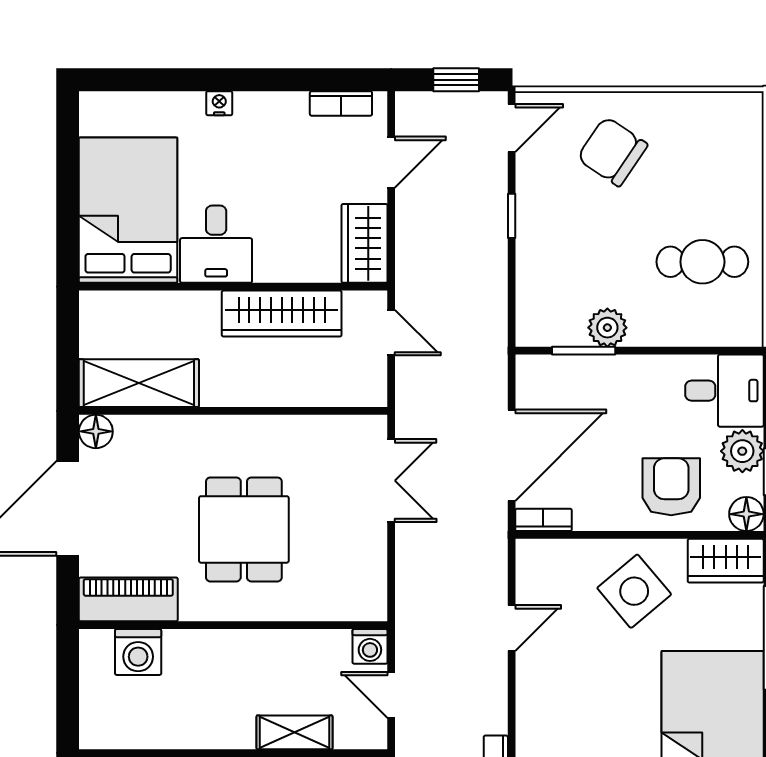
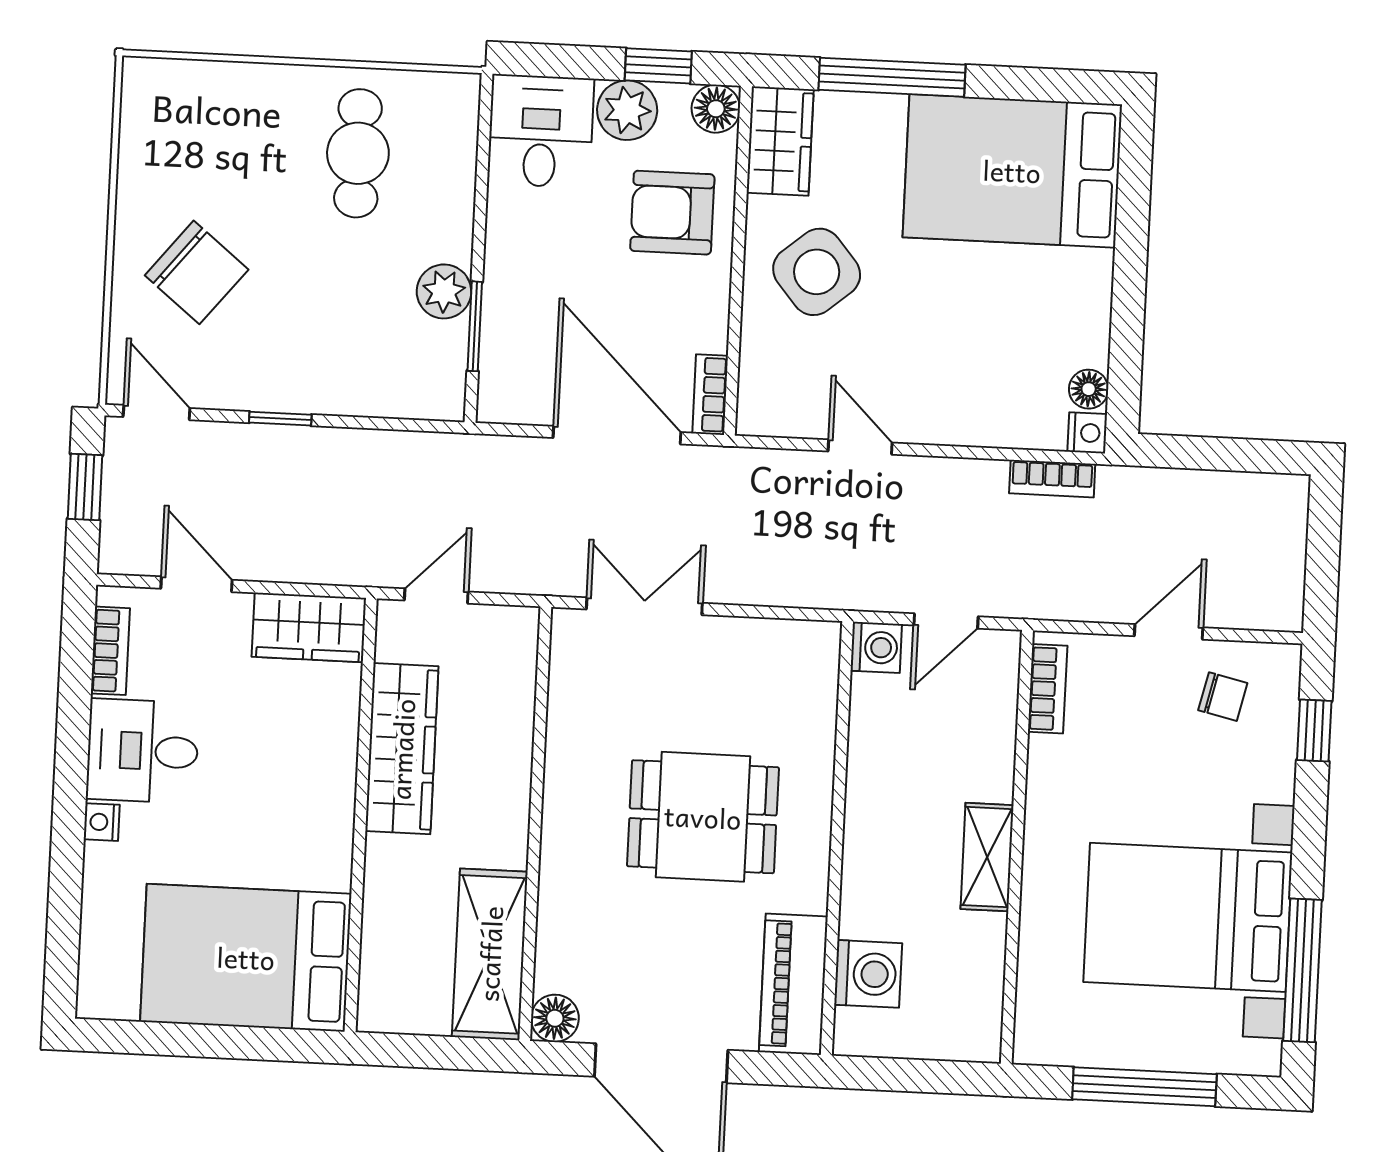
chair: (612, 151) -> (197, 272), turned -85
desk: (216, 244) -> (143, 751), moved, turned 180
shelving: (295, 732) -> (987, 857), moved

